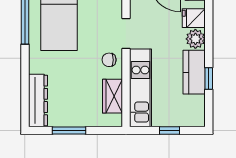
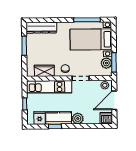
fridge: (194, 18) -> (40, 118), moved

